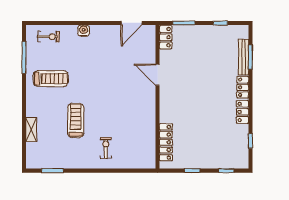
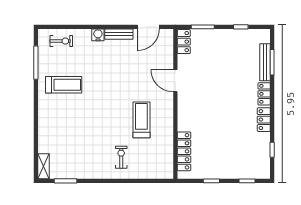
bench: (104, 30) -> (119, 34), added
treadmill: (76, 120) -> (141, 120), moved
shelving: (31, 130) -> (44, 166), moved

